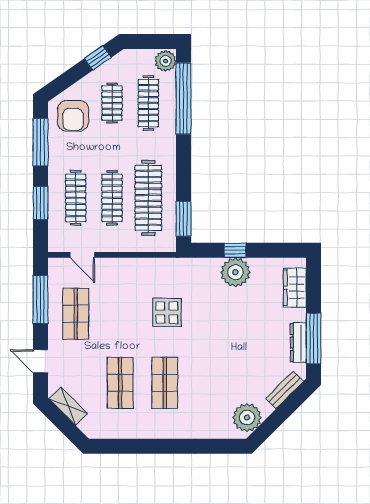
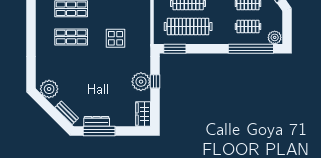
clothes rail: (148, 103) -> (248, 27), width x0.73
wardrobe: (295, 288) -> (143, 114), moved, turned -90

